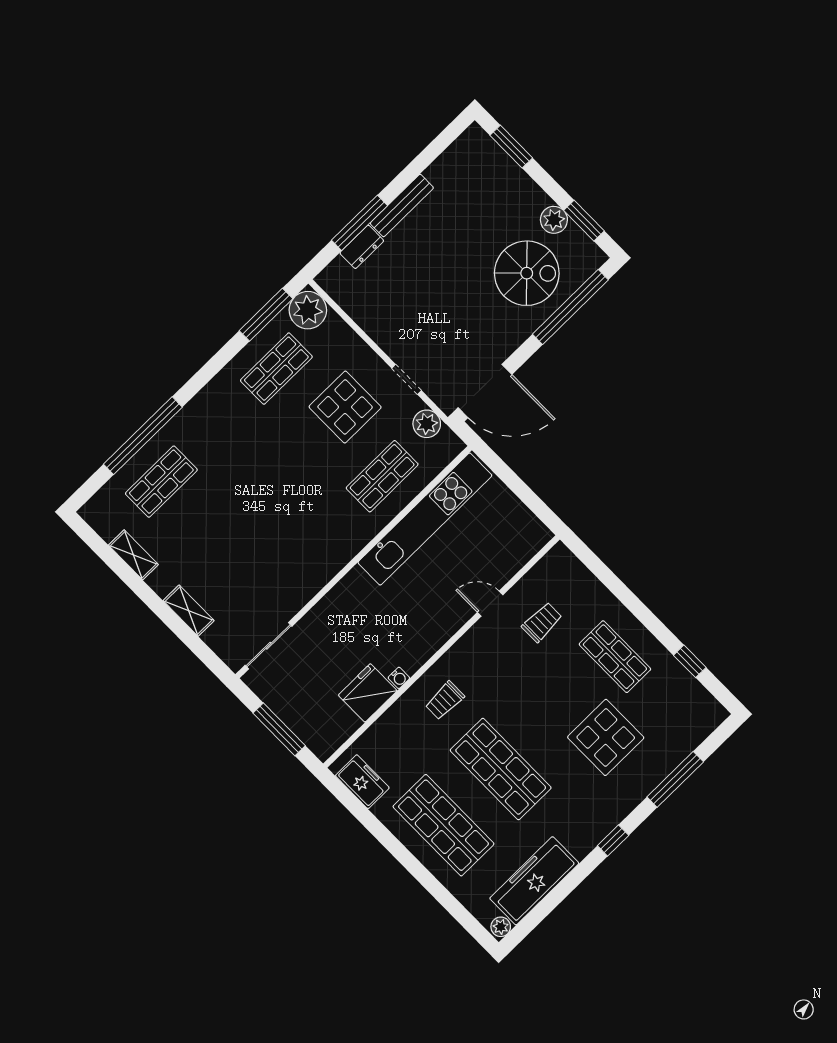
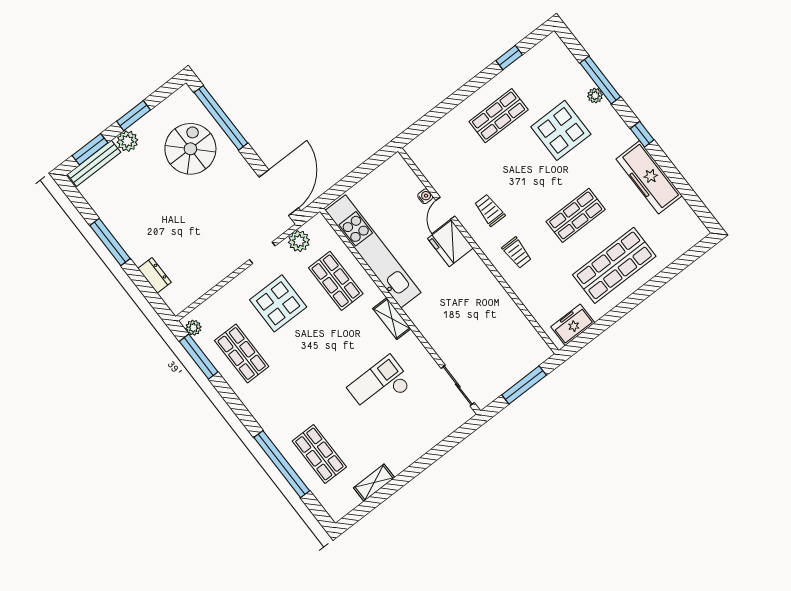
bench: (402, 205) -> (94, 163), moved, turned 90
plant: (554, 220) -> (127, 141), moved
window: (584, 221) -> (134, 116), moved
window: (359, 223) -> (110, 242), moved
plant: (308, 310) -> (193, 328), width x0.53, depth x0.53
checkout: (256, 548) -> (380, 386), added
shelving: (189, 611) -> (392, 319), moved, turned 90
trolley: (542, 622) -> (490, 210), moved
water cooler: (399, 678) -> (425, 196), moved
fridge: (368, 693) -> (450, 243), moved
shop shelf: (501, 769) -> (576, 215), width x0.70, depth x0.74
freezer: (534, 881) -> (649, 177), moved
plant: (501, 927) -> (595, 96), moved

